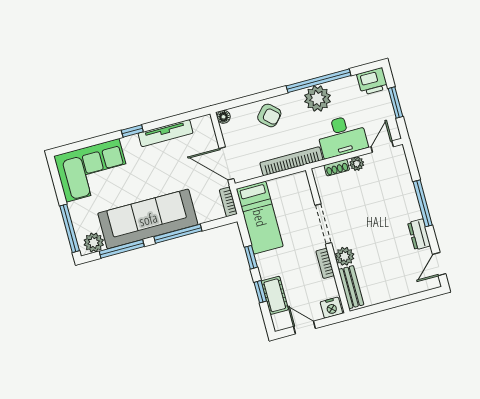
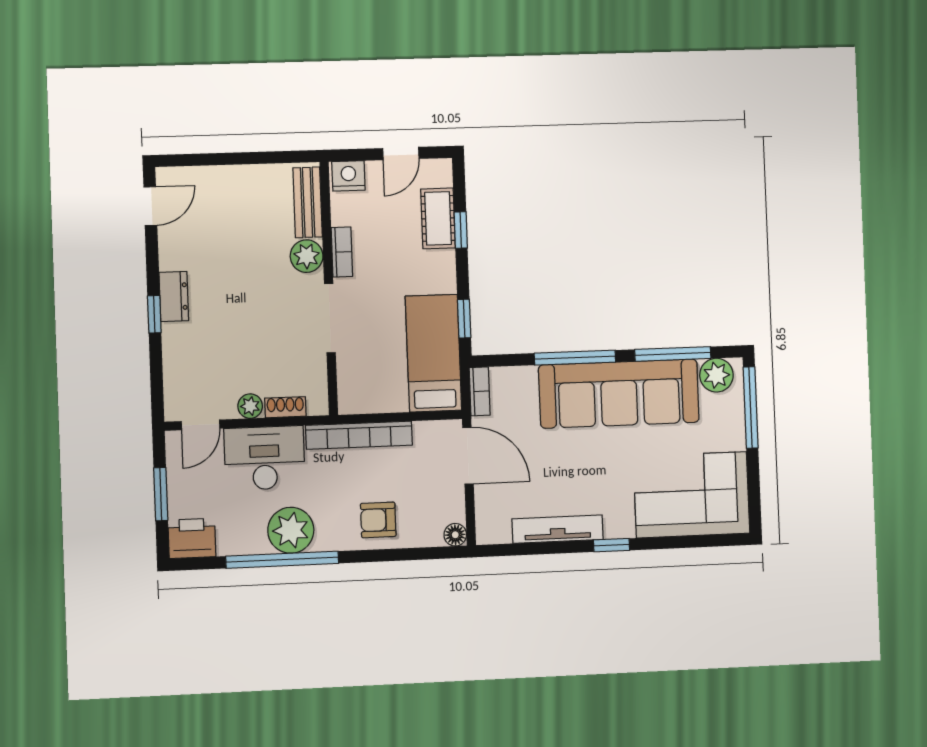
armchair: (269, 115) -> (378, 520), turned -42
window: (423, 203) -> (154, 314), width x0.46
dresser: (419, 234) -> (174, 296), moved
window: (251, 257) -> (464, 319), moved
door: (305, 327) -> (401, 154), hinge flipped

